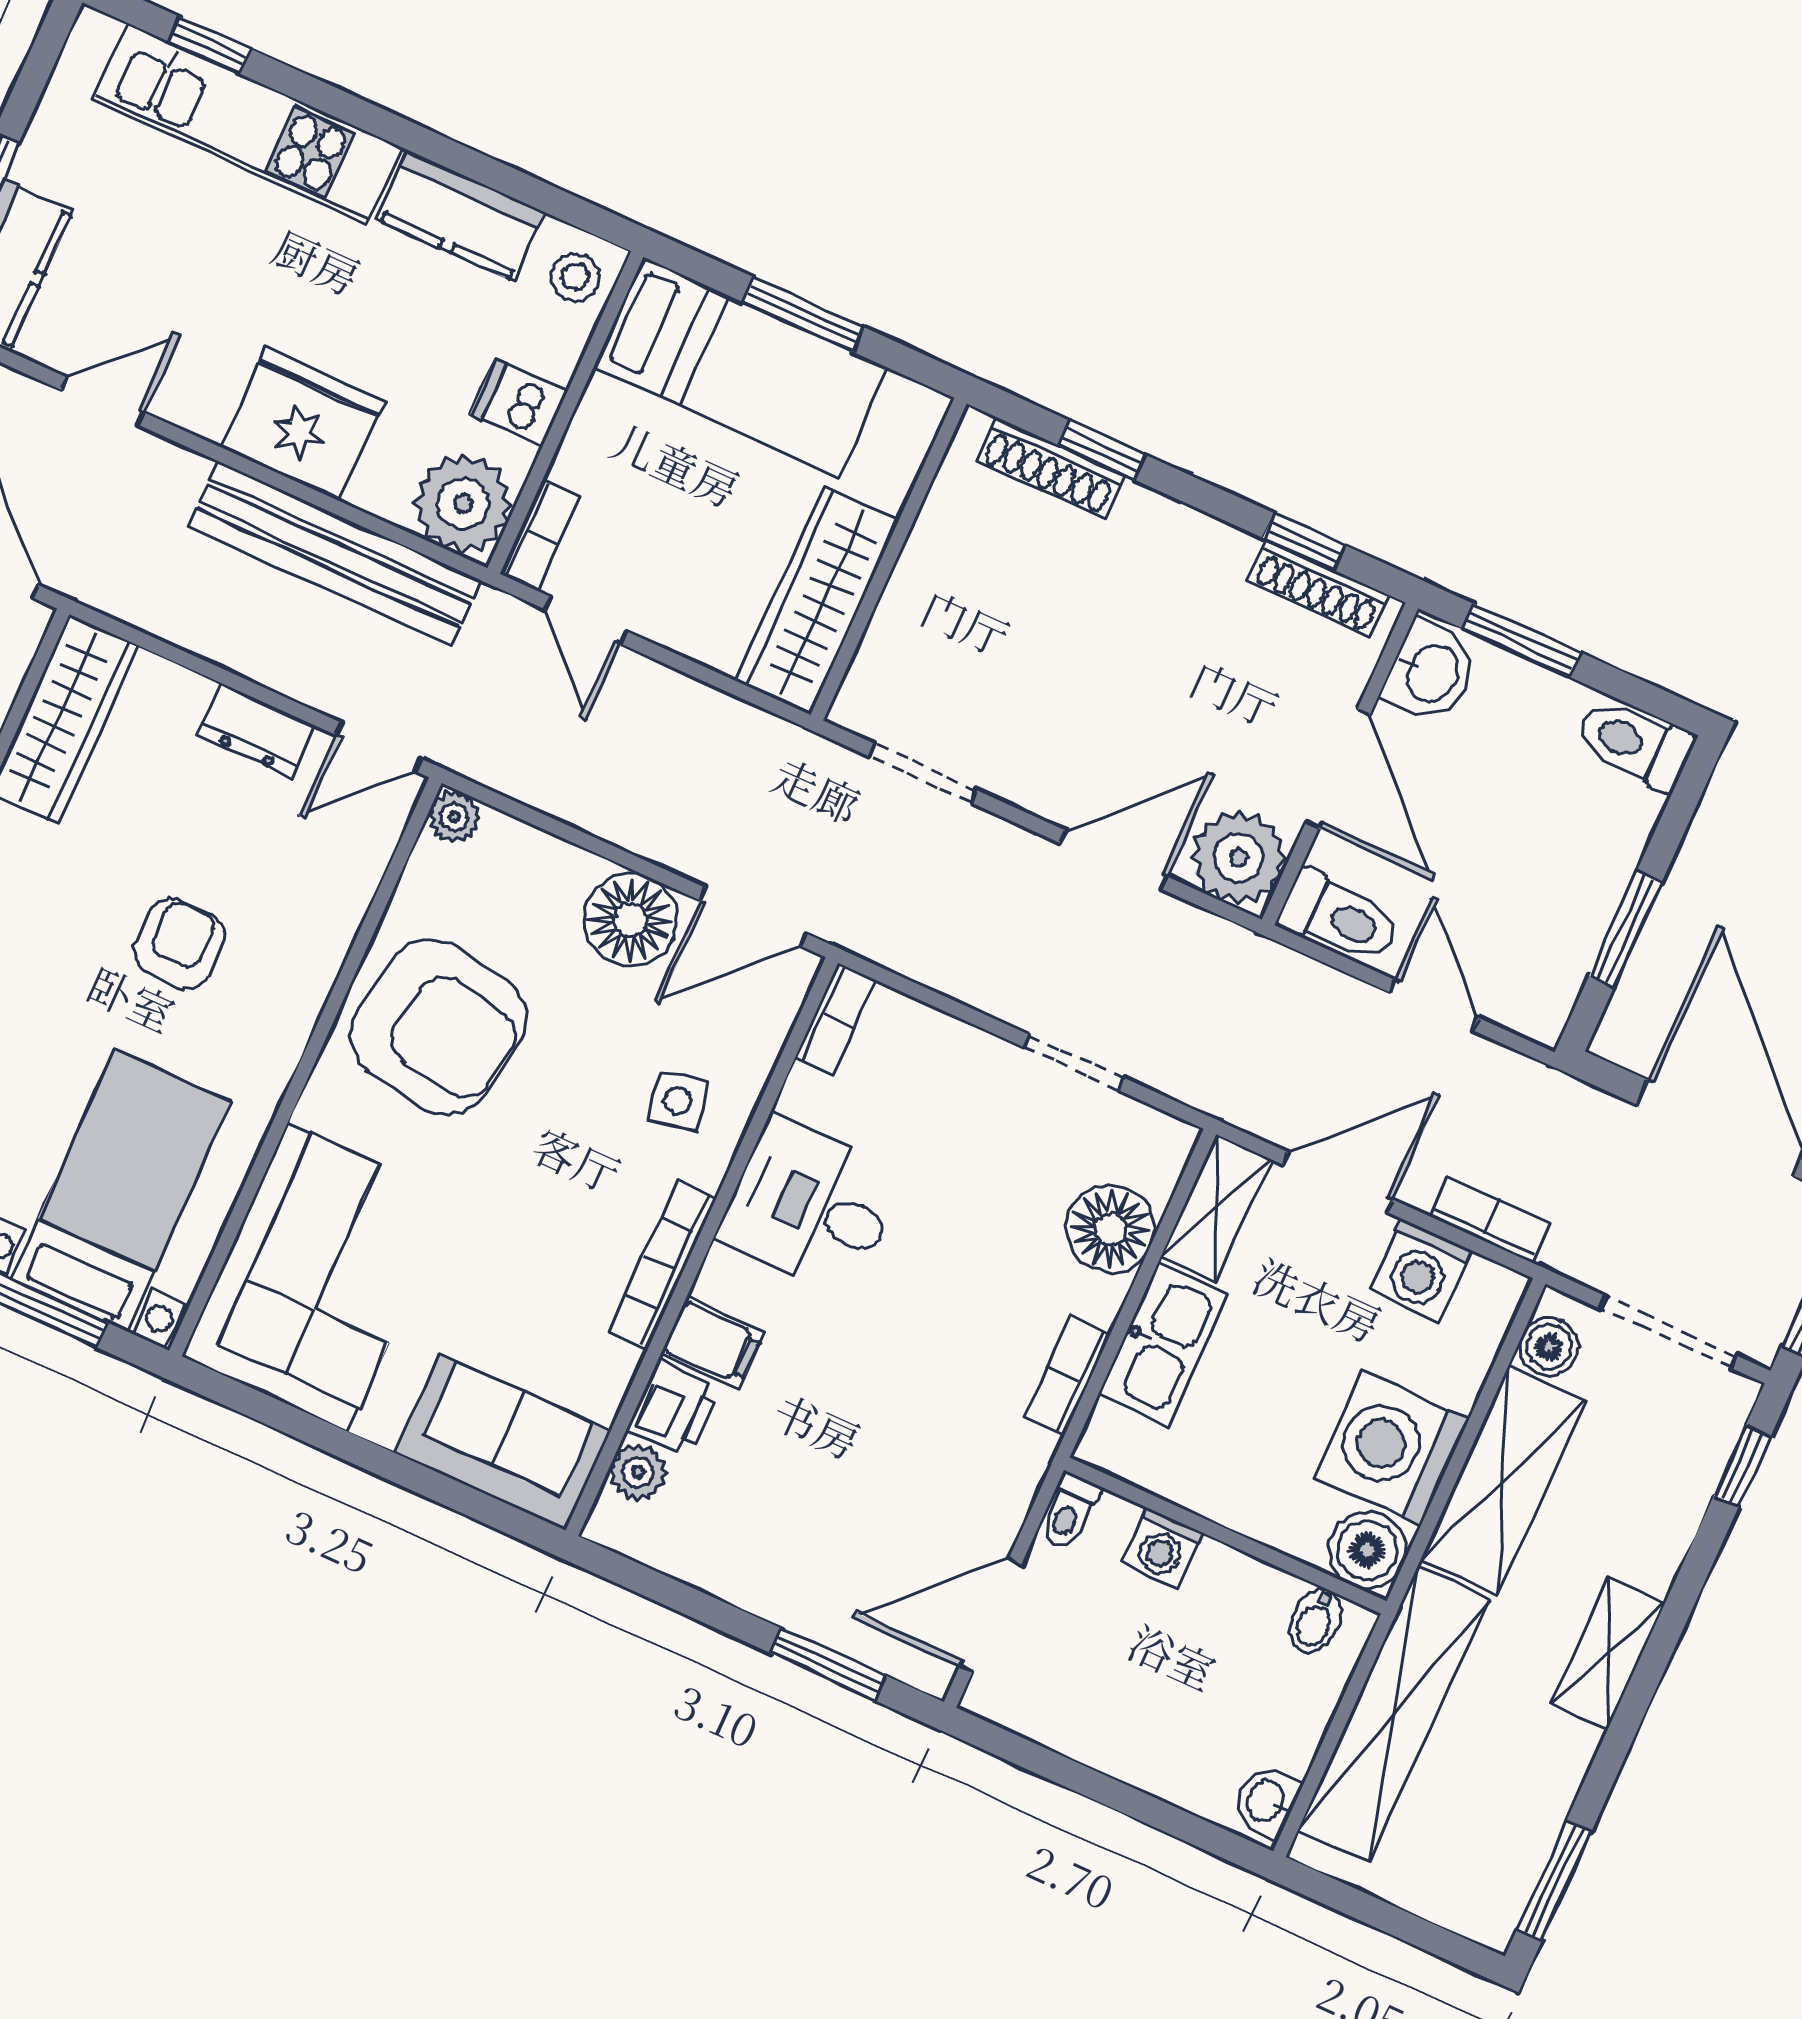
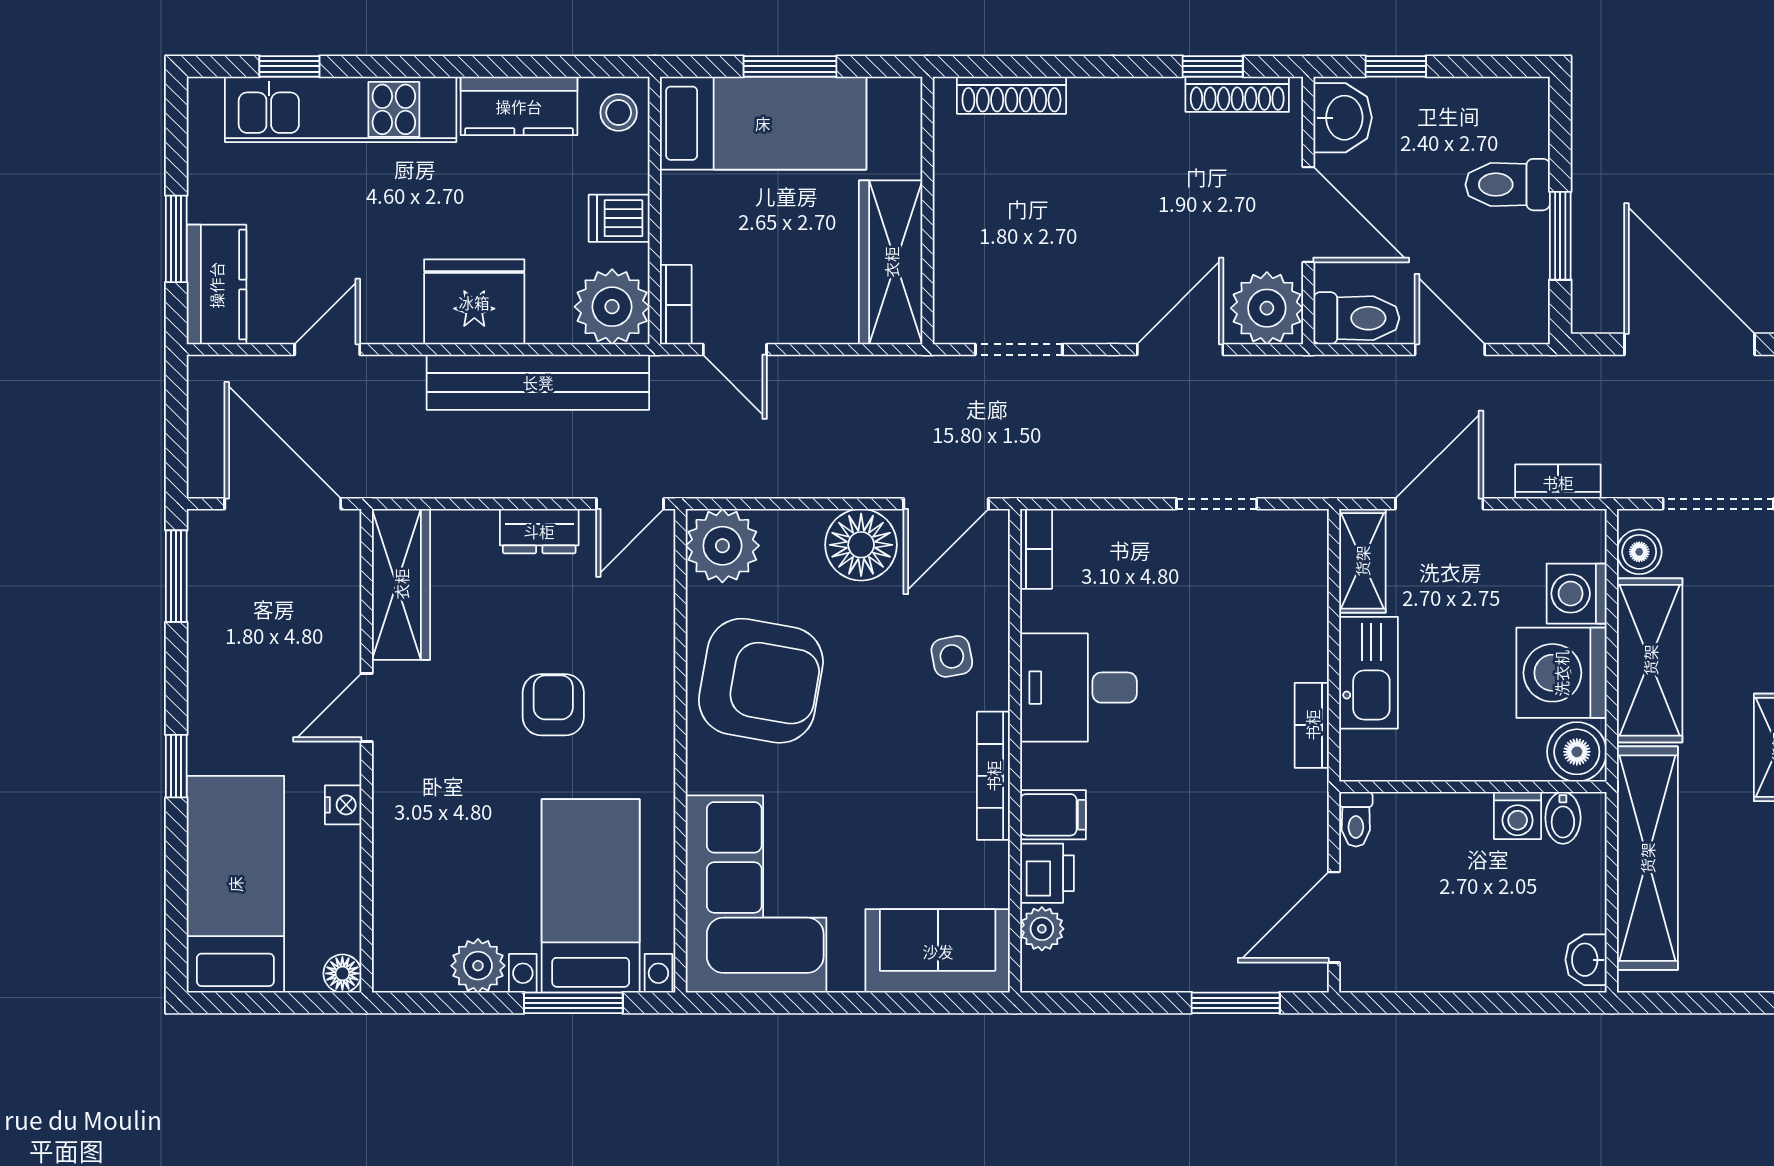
window: (1102, 450) -> (1042, 66), removed
window: (1521, 640) -> (1396, 66), width x0.67
toilet: (1634, 744) -> (1508, 185), moved
plant: (454, 817) -> (722, 546), width x1.88, depth x1.88
floor lamp: (1110, 1229) -> (1295, 609), removed
washing machine: (1421, 1270) -> (1577, 594), moved, turned 90
washing machine: (1163, 1548) -> (1518, 815), moved

